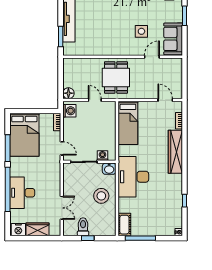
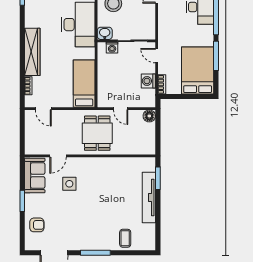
washing machine: (69, 111) -> (148, 81), moved

